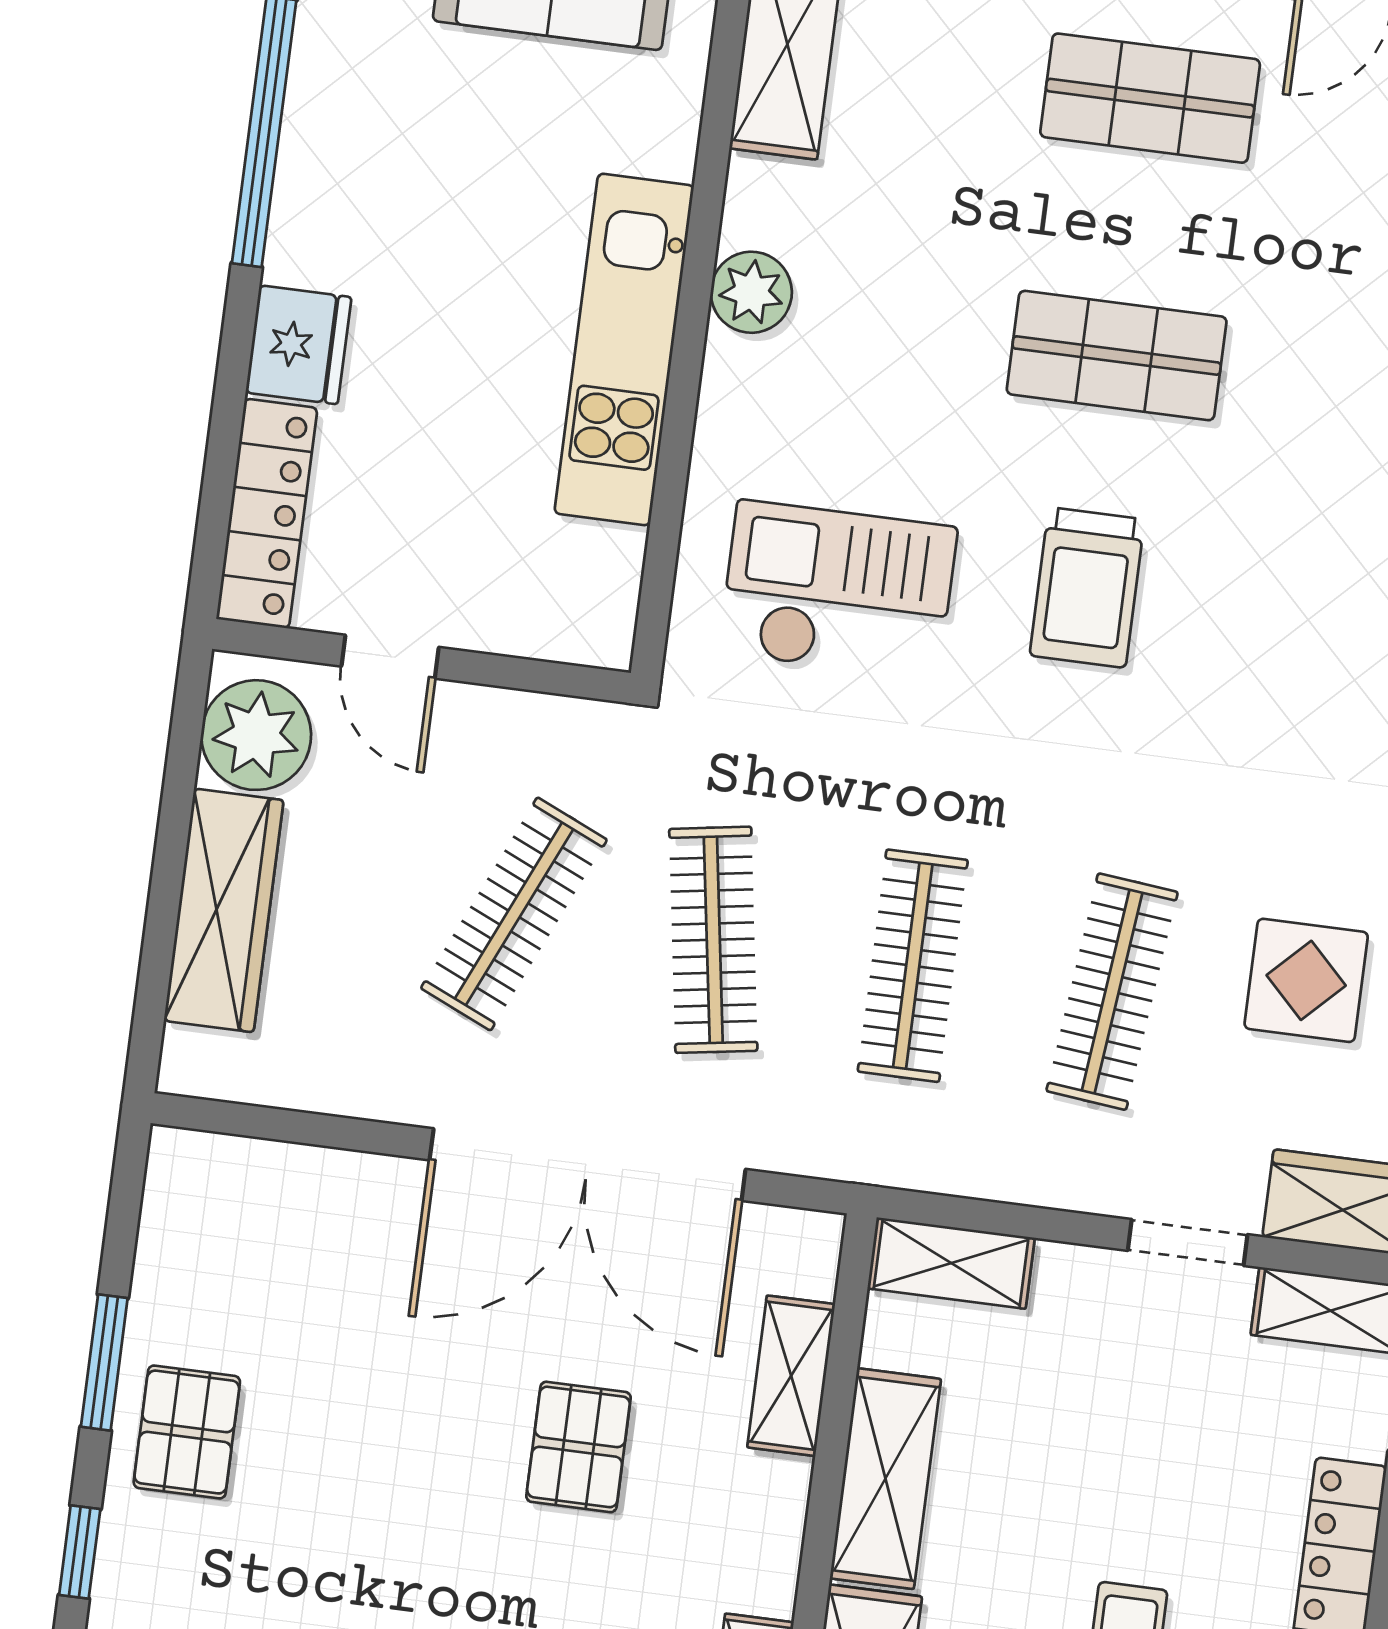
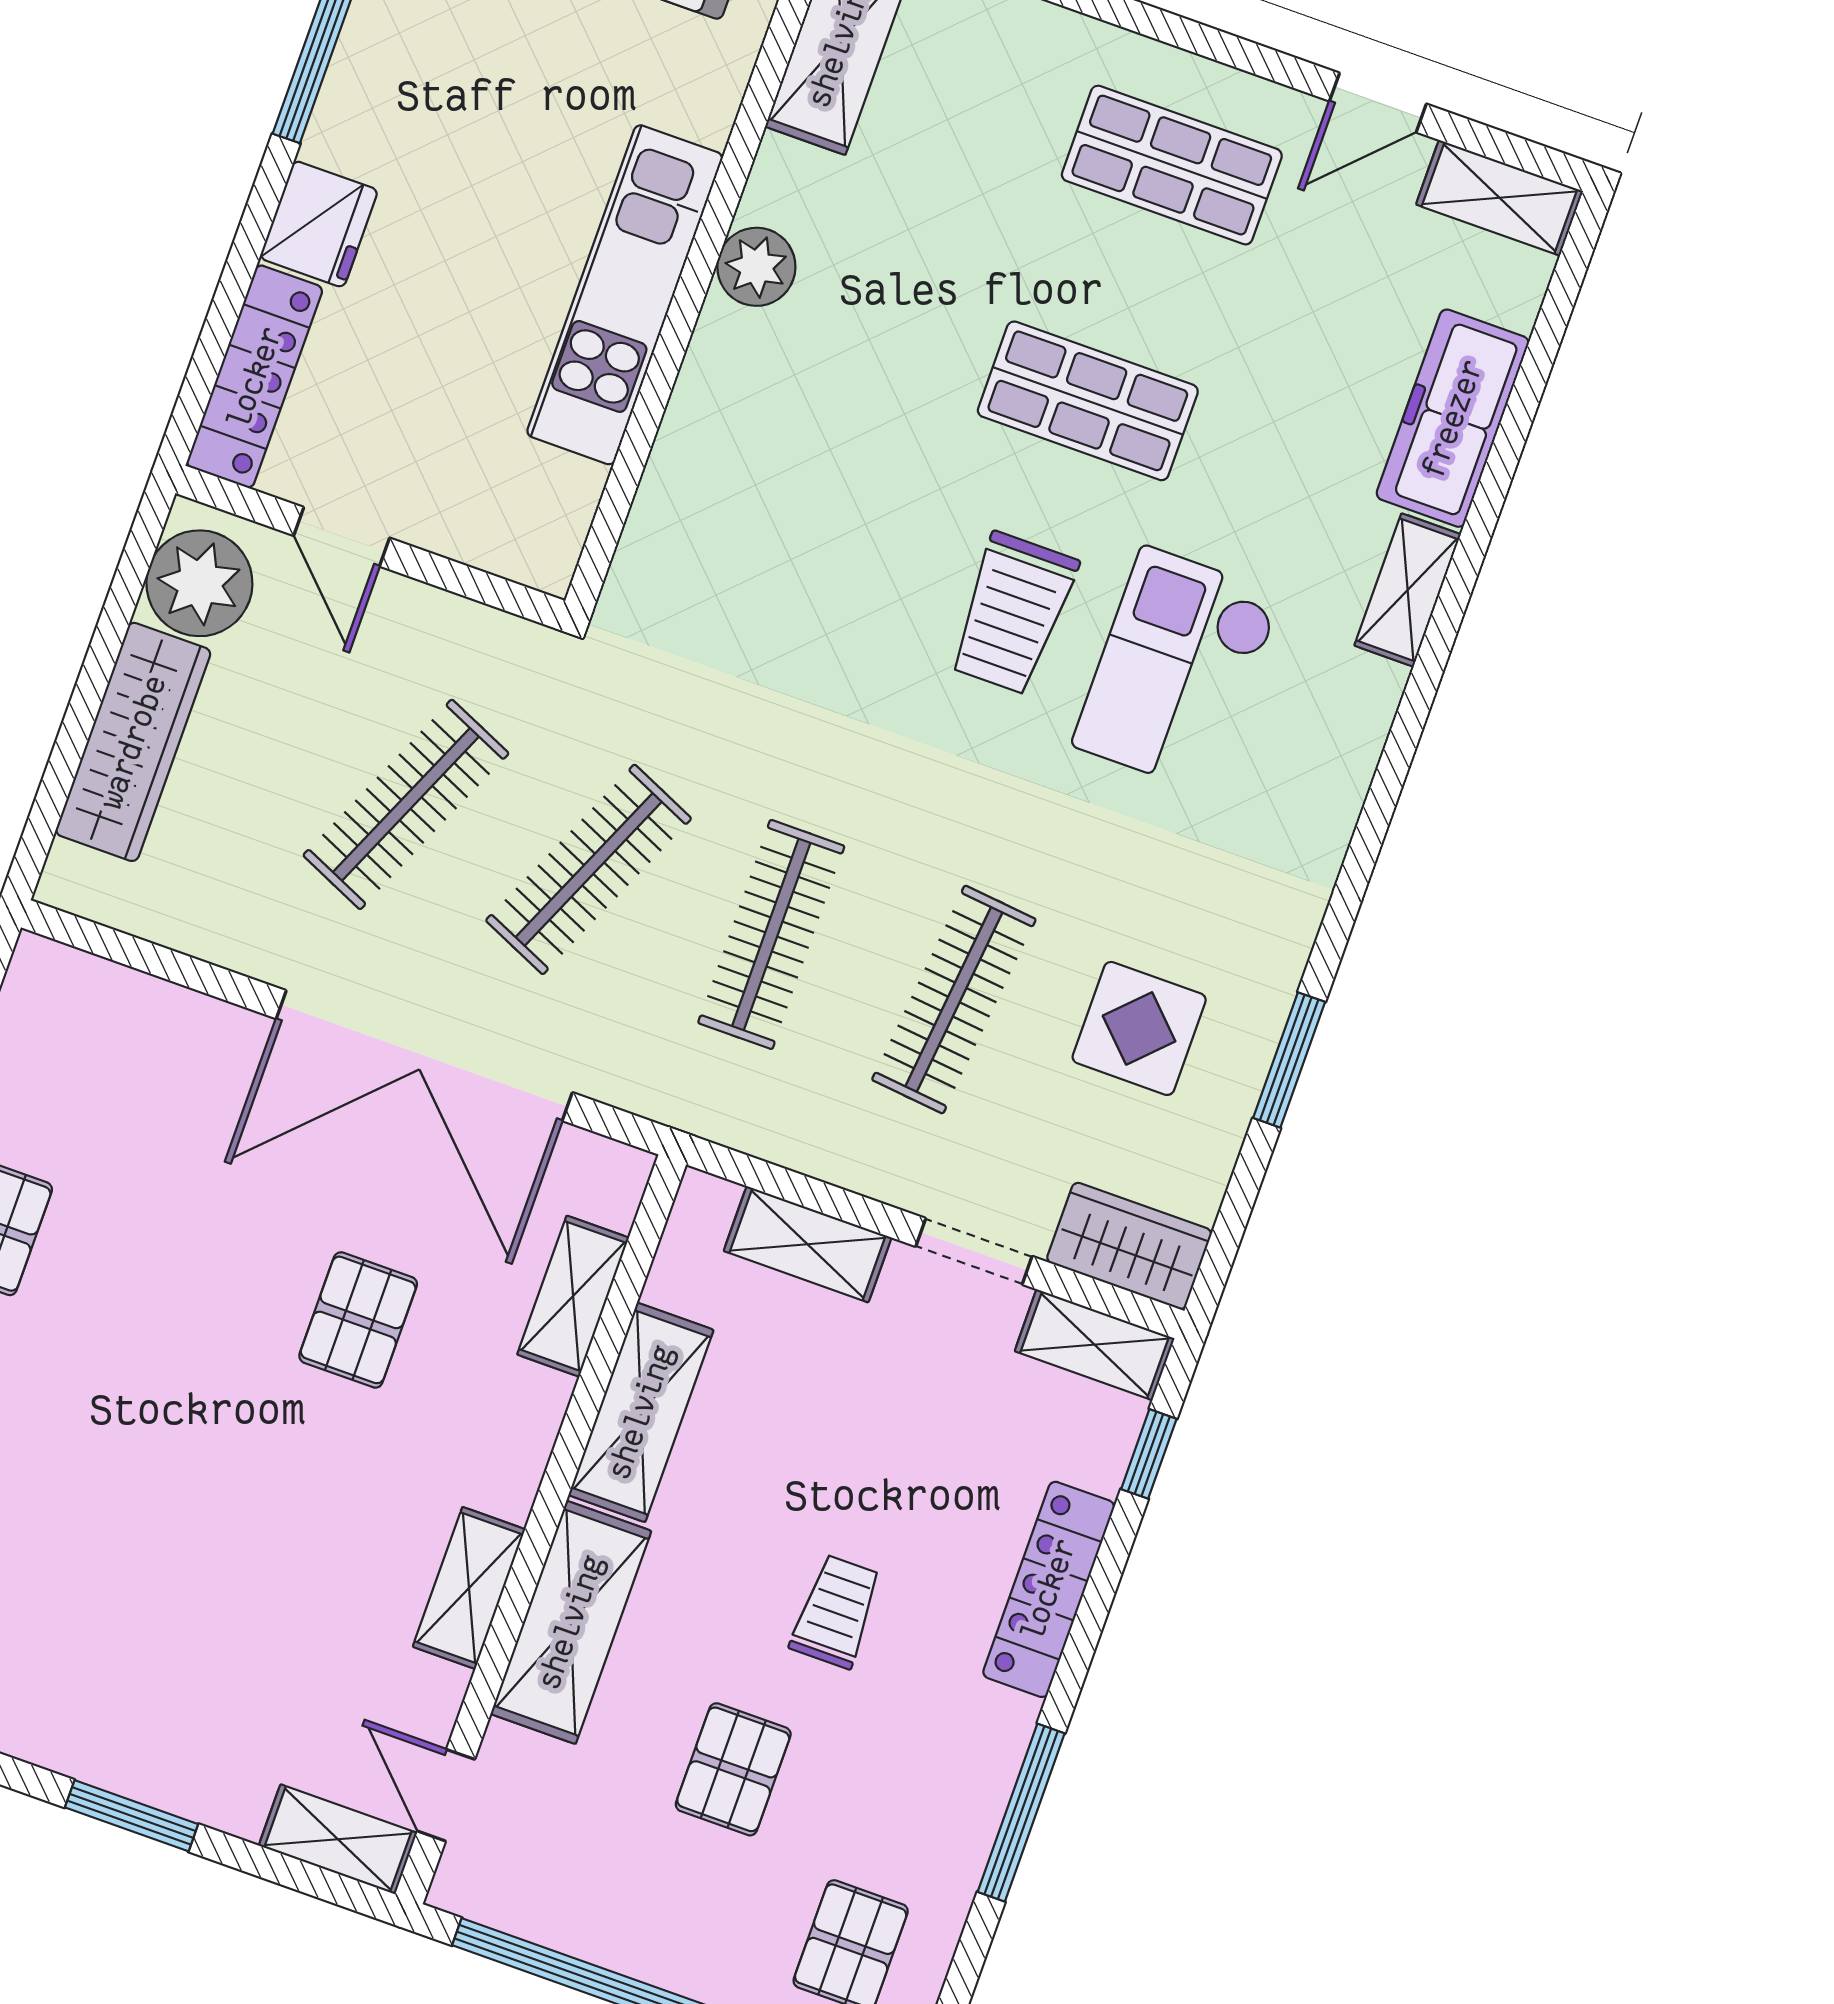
checkout: (838, 590) -> (1177, 670), moved, turned -90
clothes rail: (713, 940) -> (589, 869), turned 33
shelving: (951, 1263) -> (808, 1244), moved

